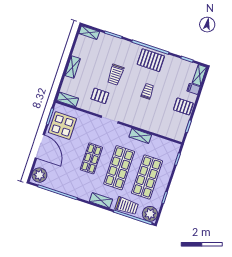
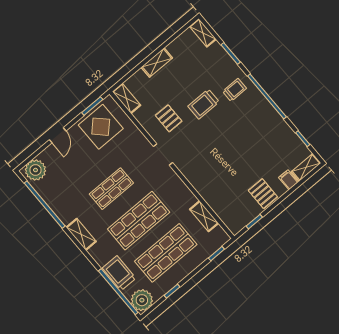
pallet: (151, 60) -> (258, 113), removed
trolley: (147, 91) -> (235, 90), moved
shelving: (140, 136) -> (204, 216), moved
door: (40, 146) -> (58, 135), width x0.53
shelving: (101, 200) -> (81, 234), moved
trolley: (127, 206) -> (119, 273), turned 180

